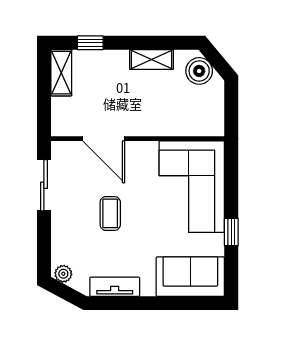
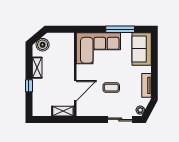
window: (90, 43) -> (29, 86), moved
shelving: (61, 73) -> (63, 111), moved
sliding door: (44, 185) -> (120, 119), moved
window: (231, 232) -> (120, 29), width x2.17

